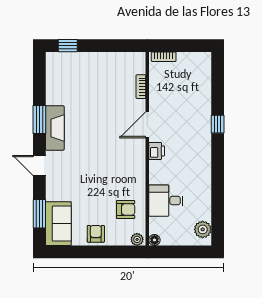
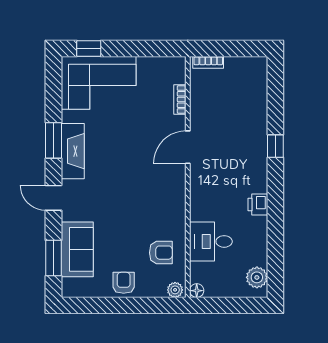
corner sofa: (76, 73) -> (99, 83), added
printer: (157, 151) -> (258, 205), moved, turned 180
sofa: (58, 224) -> (77, 249), moved

